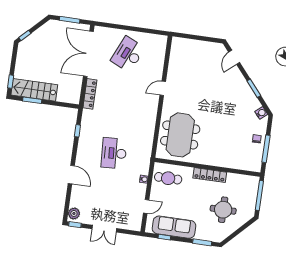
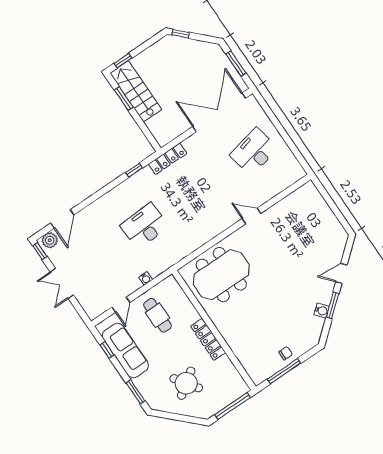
desk: (128, 54) -> (254, 152), turned -36
door: (234, 57) -> (341, 273), moved
locker: (90, 94) -> (168, 159), moved
water cooler: (261, 113) -> (322, 311), moved
door: (71, 175) -> (62, 219), moved
cafe table: (168, 178) -> (158, 315), moved
door: (146, 206) -> (121, 305), hinge flipped
round table: (223, 210) -> (186, 383), turned -35

